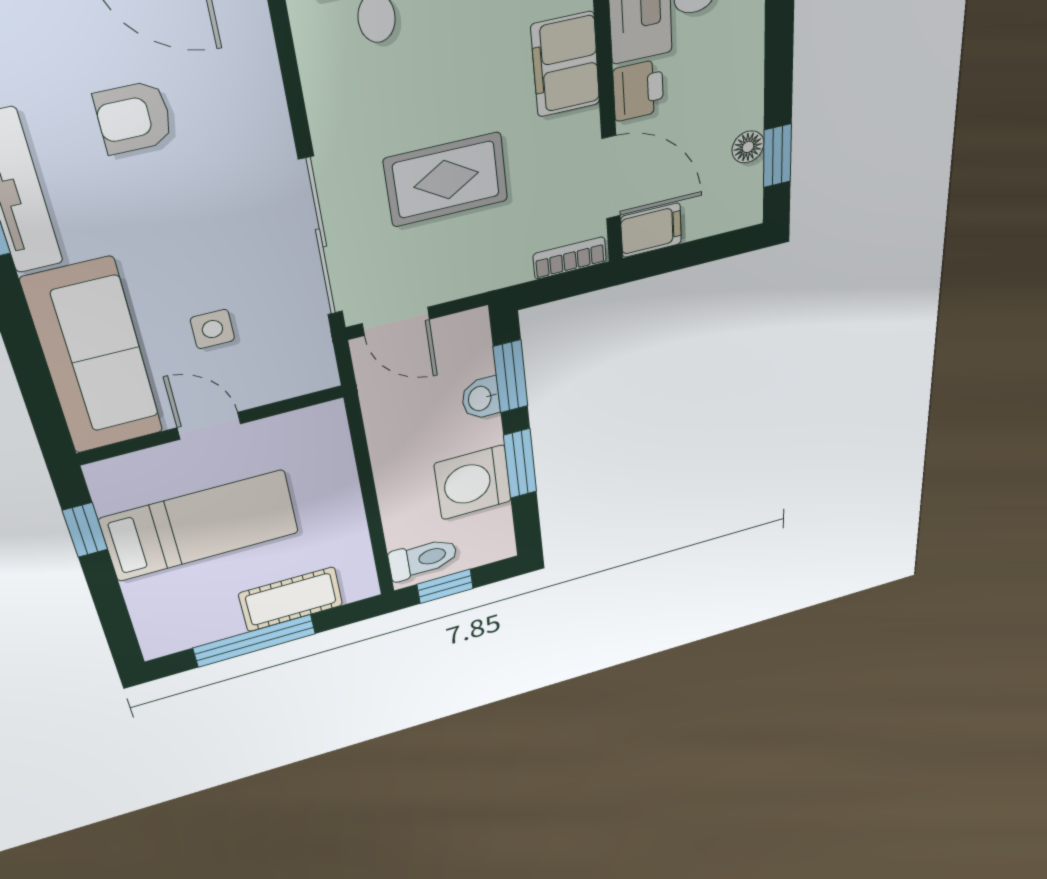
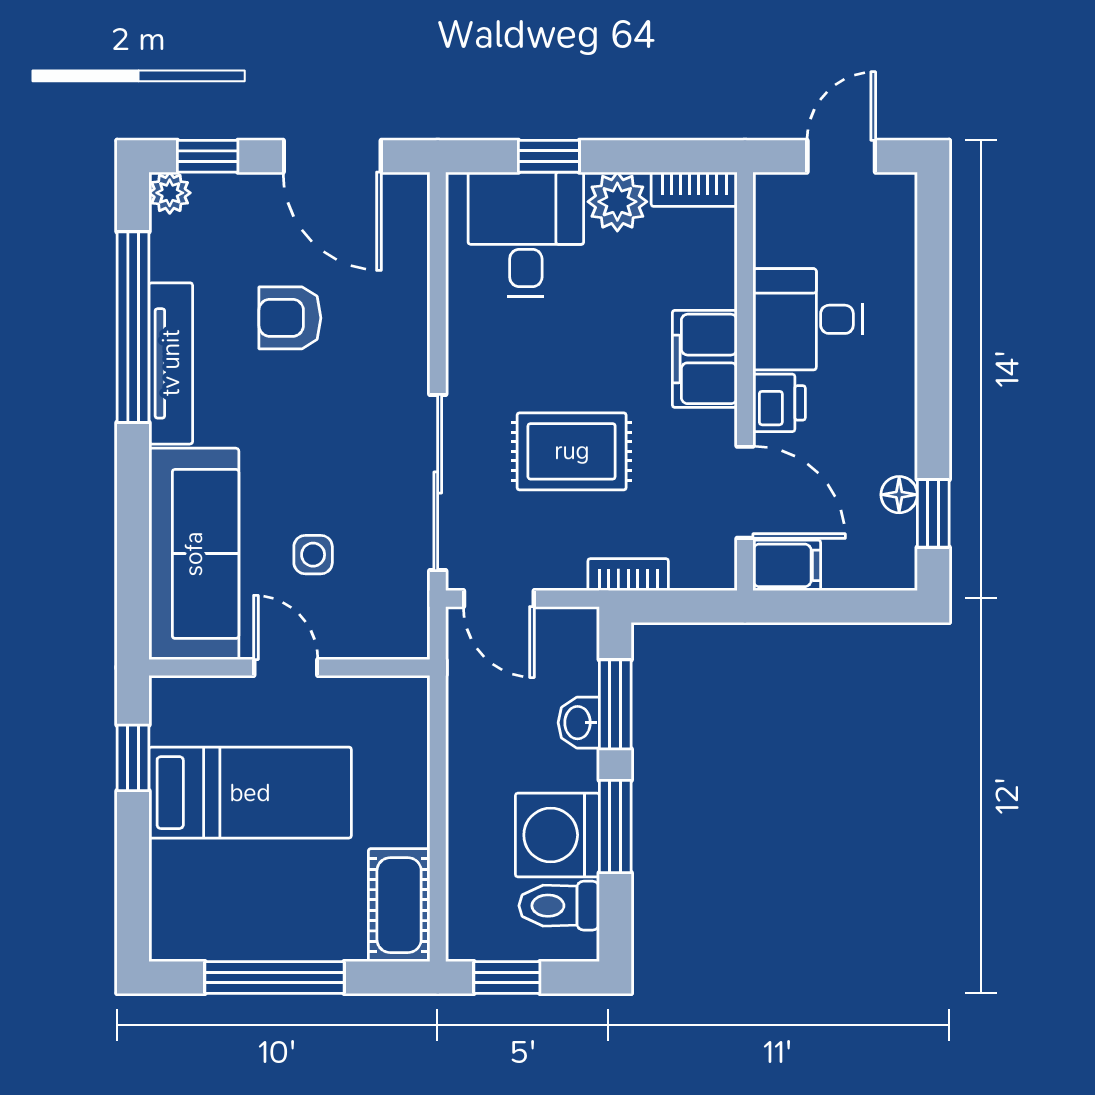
bookcase: (570, 258) -> (628, 575), moved
toilet: (423, 559) -> (559, 906), moved, turned 180
cot: (291, 599) -> (399, 905), moved, turned 90

